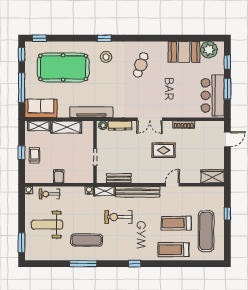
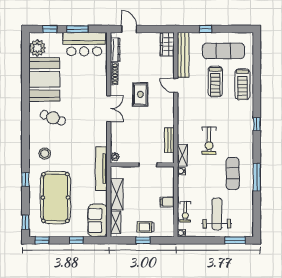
window: (104, 38) -> (25, 180), moved
booth: (184, 52) -> (44, 79), width x1.36, depth x1.42
window: (22, 88) -> (76, 240), width x0.46
dresser: (120, 126) -> (115, 50), moved
bench: (138, 192) -> (183, 55), moved
weight bench: (47, 225) -> (217, 214), turned 180

